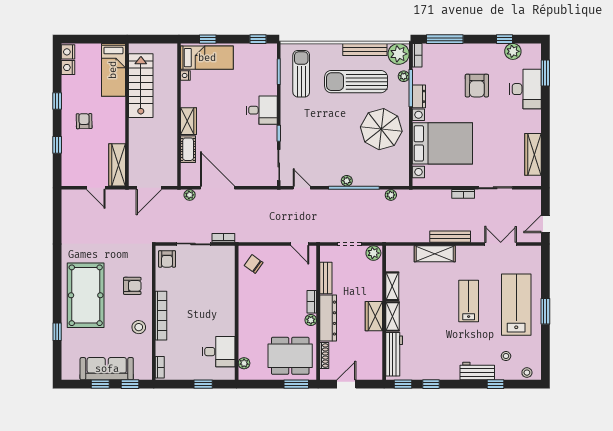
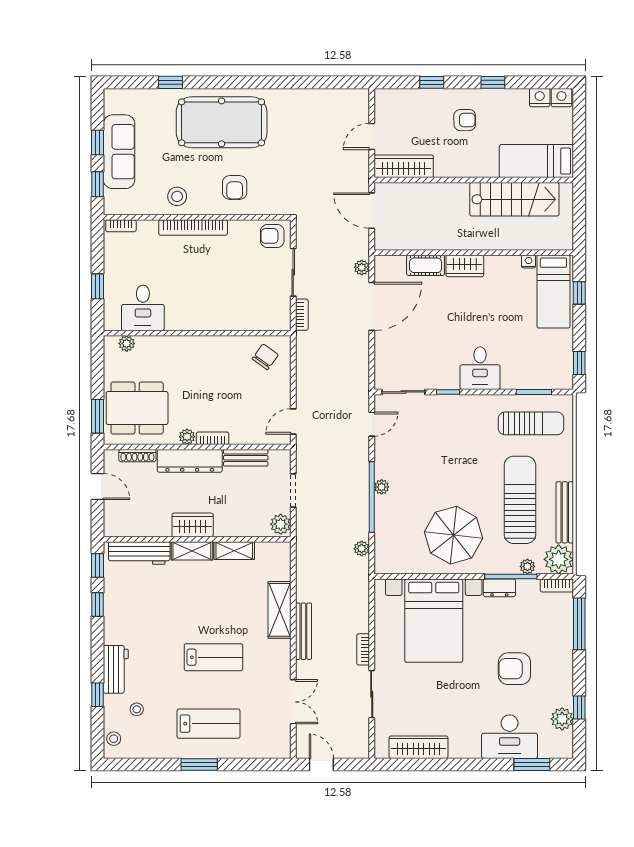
lab bench: (516, 305) -> (209, 724), width x0.73, depth x0.72
dining table: (290, 356) -> (137, 408), turned 90

